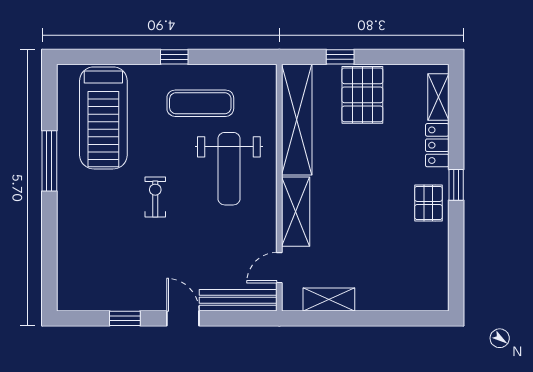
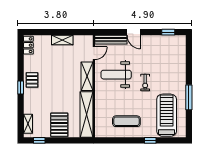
window: (174, 57) -> (150, 140), moved
window: (340, 57) -> (39, 140), moved
locker: (437, 145) -> (28, 45), moved
weight bench: (229, 169) -> (116, 75), moved, turned -90
shelving: (329, 300) -> (62, 40), moved
window: (125, 318) -> (168, 32), moved

